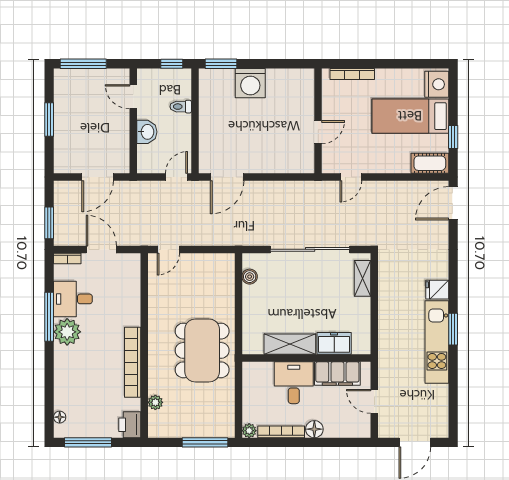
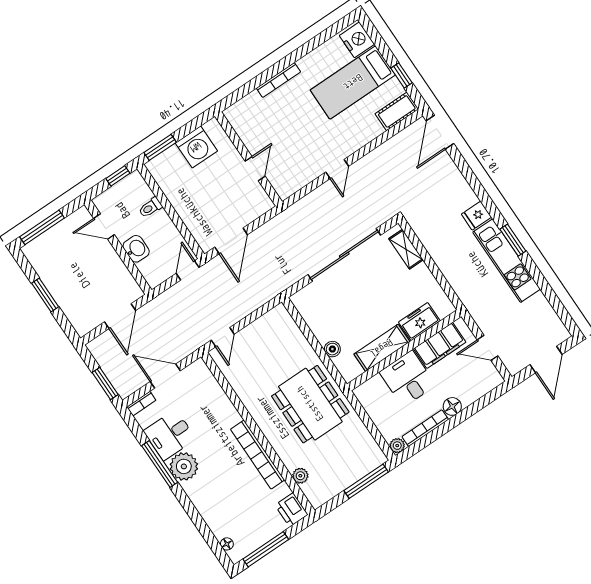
wall: (318, 121) -> (248, 159), moved
door: (318, 132) -> (255, 169), moved
boiler: (250, 277) -> (332, 349), moved

